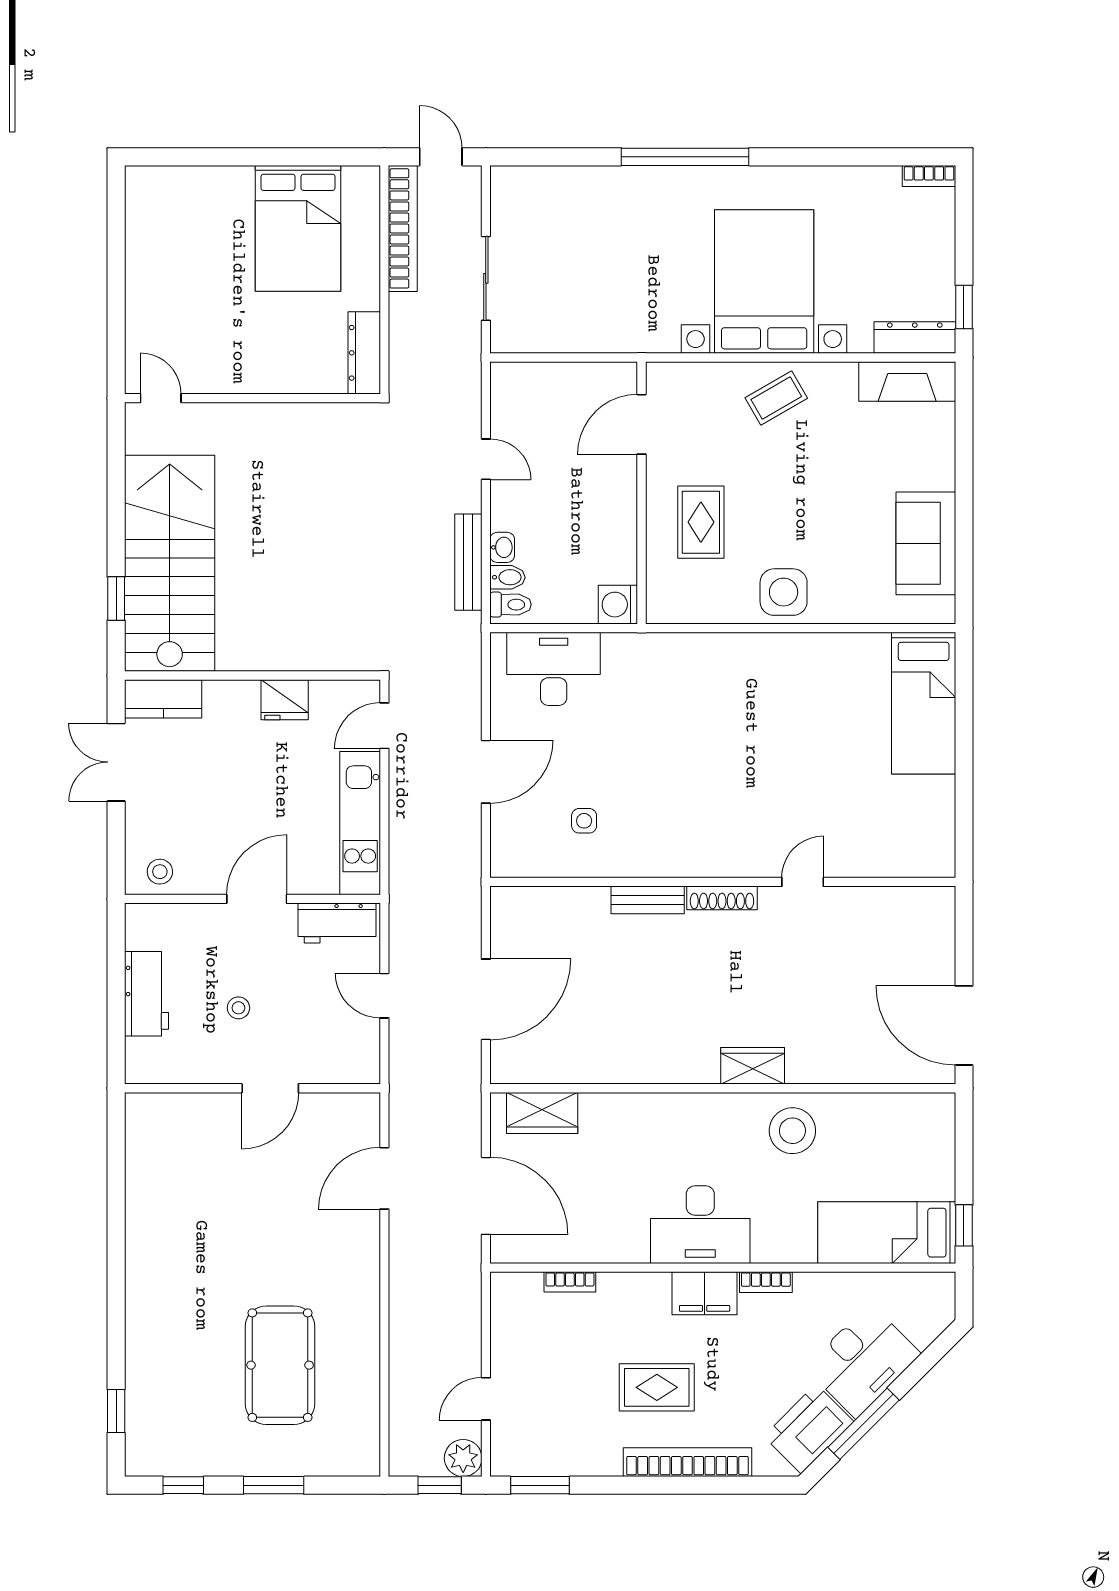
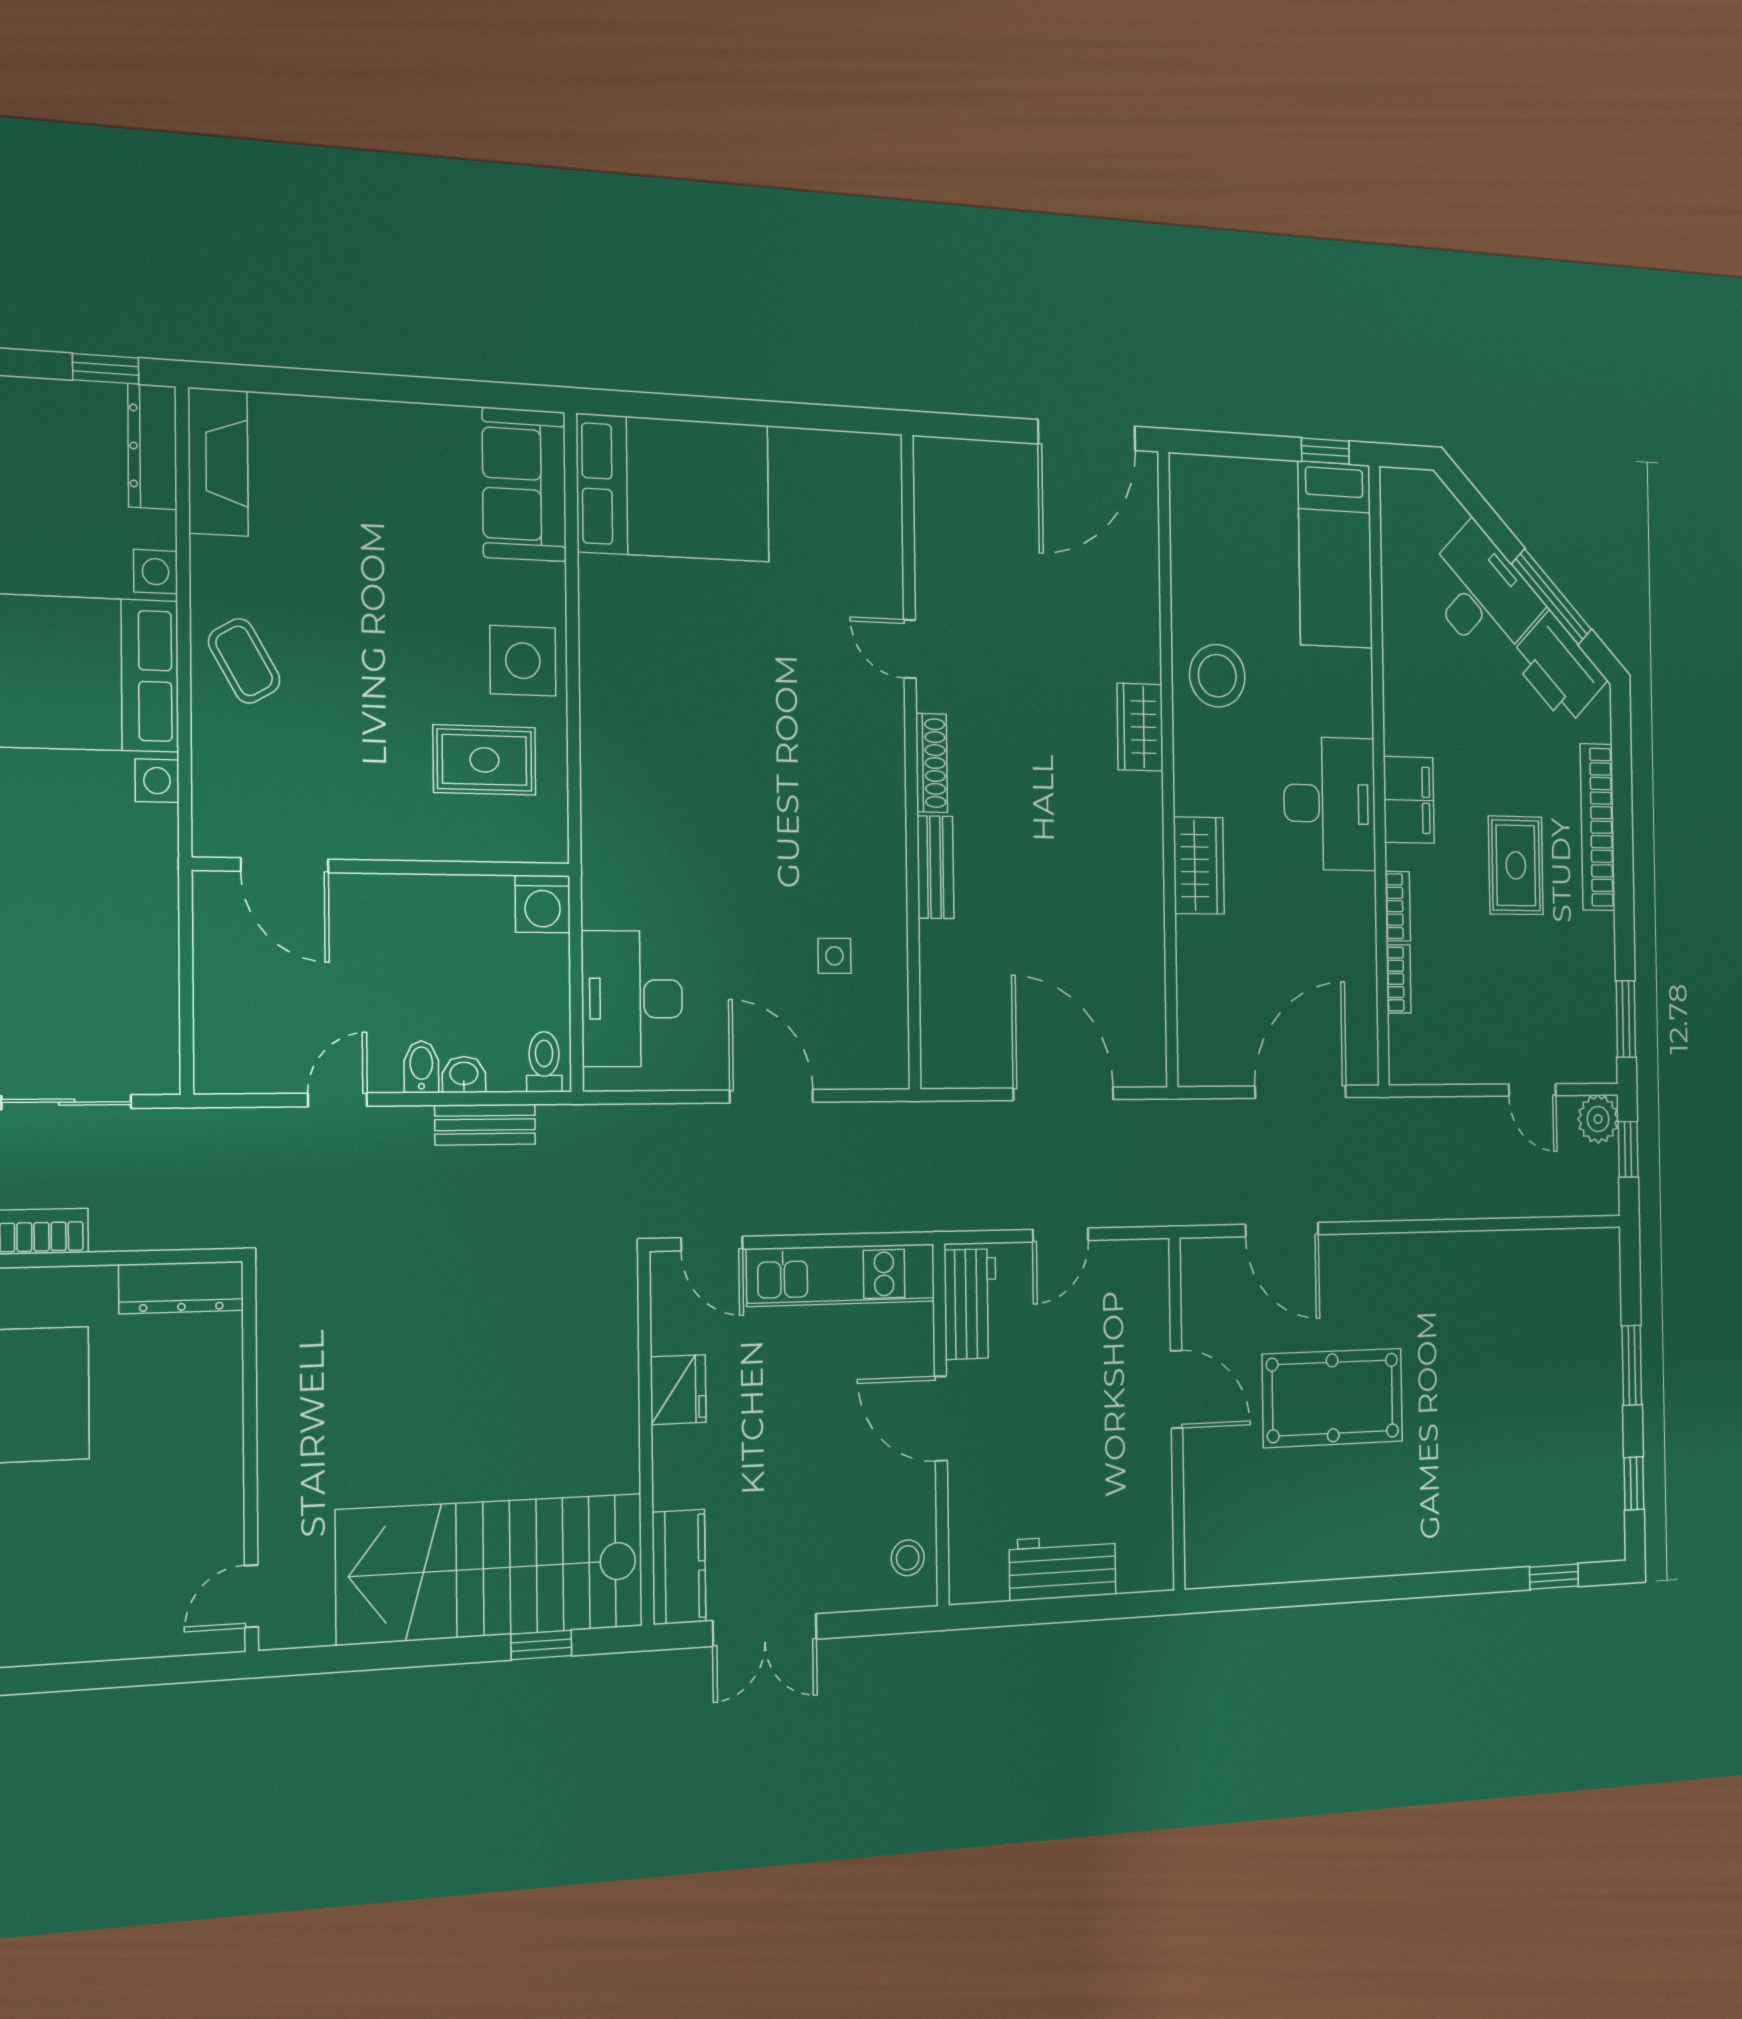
rug: (701, 522) -> (484, 760), moved
sofa: (926, 543) -> (524, 484), moved, turned 90
bench: (468, 562) -> (485, 1125), width x0.73
bidet: (508, 577) -> (421, 1067), moved
bed: (924, 703) -> (673, 488), width x1.50
stool: (238, 1008) -> (1079, 1438), removed
wardrobe: (542, 1113) -> (1199, 865), moved
bookcase: (766, 1282) -> (1398, 906), moved
pool table: (280, 1365) -> (1333, 1398), moved

